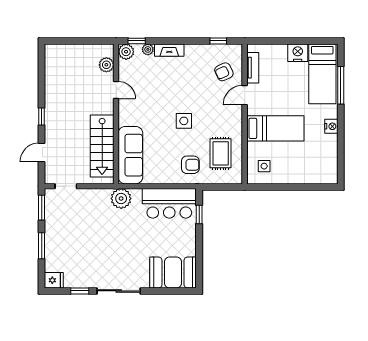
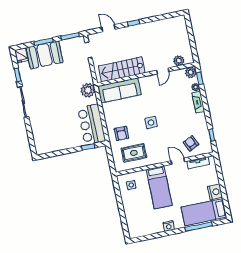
booth: (173, 272) -> (45, 55), moved, turned 90

